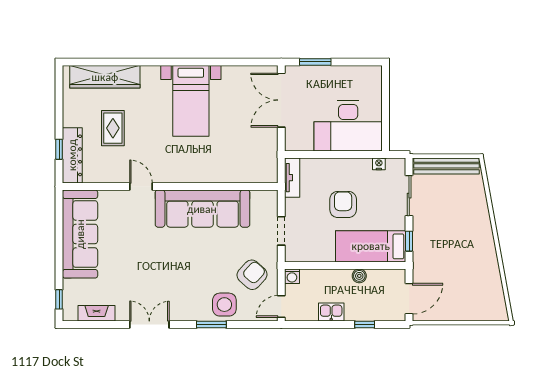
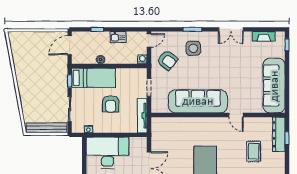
tv unit: (292, 178) -> (142, 116), width x1.41
armchair: (252, 275) -> (167, 60), turned -94
side table: (224, 305) -> (193, 48), moved

